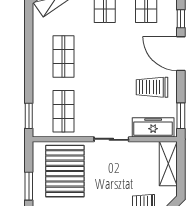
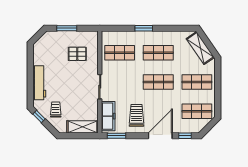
shop shelf: (105, 57) -> (158, 82), added
window: (29, 116) -> (144, 28), moved
pallet: (65, 171) -> (77, 54), width x0.49, depth x0.50

